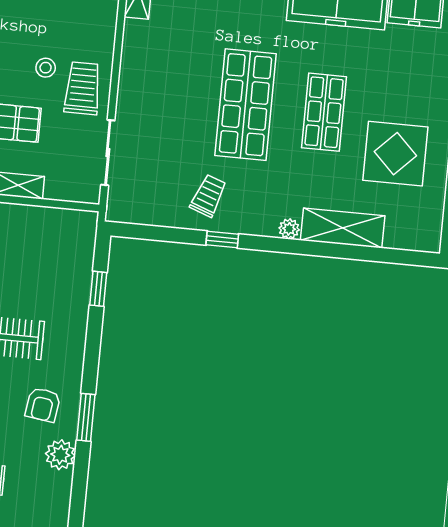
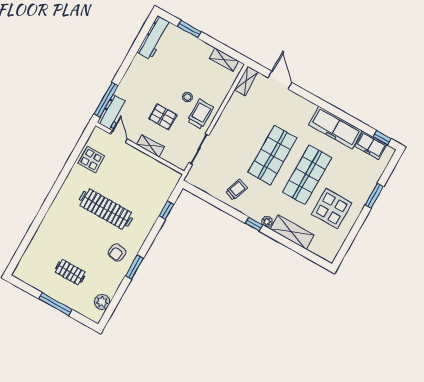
shop shelf: (324, 112) -> (307, 175), width x1.43, depth x1.36
window: (222, 239) -> (254, 224), moved
plant: (60, 455) -> (102, 302), moved

